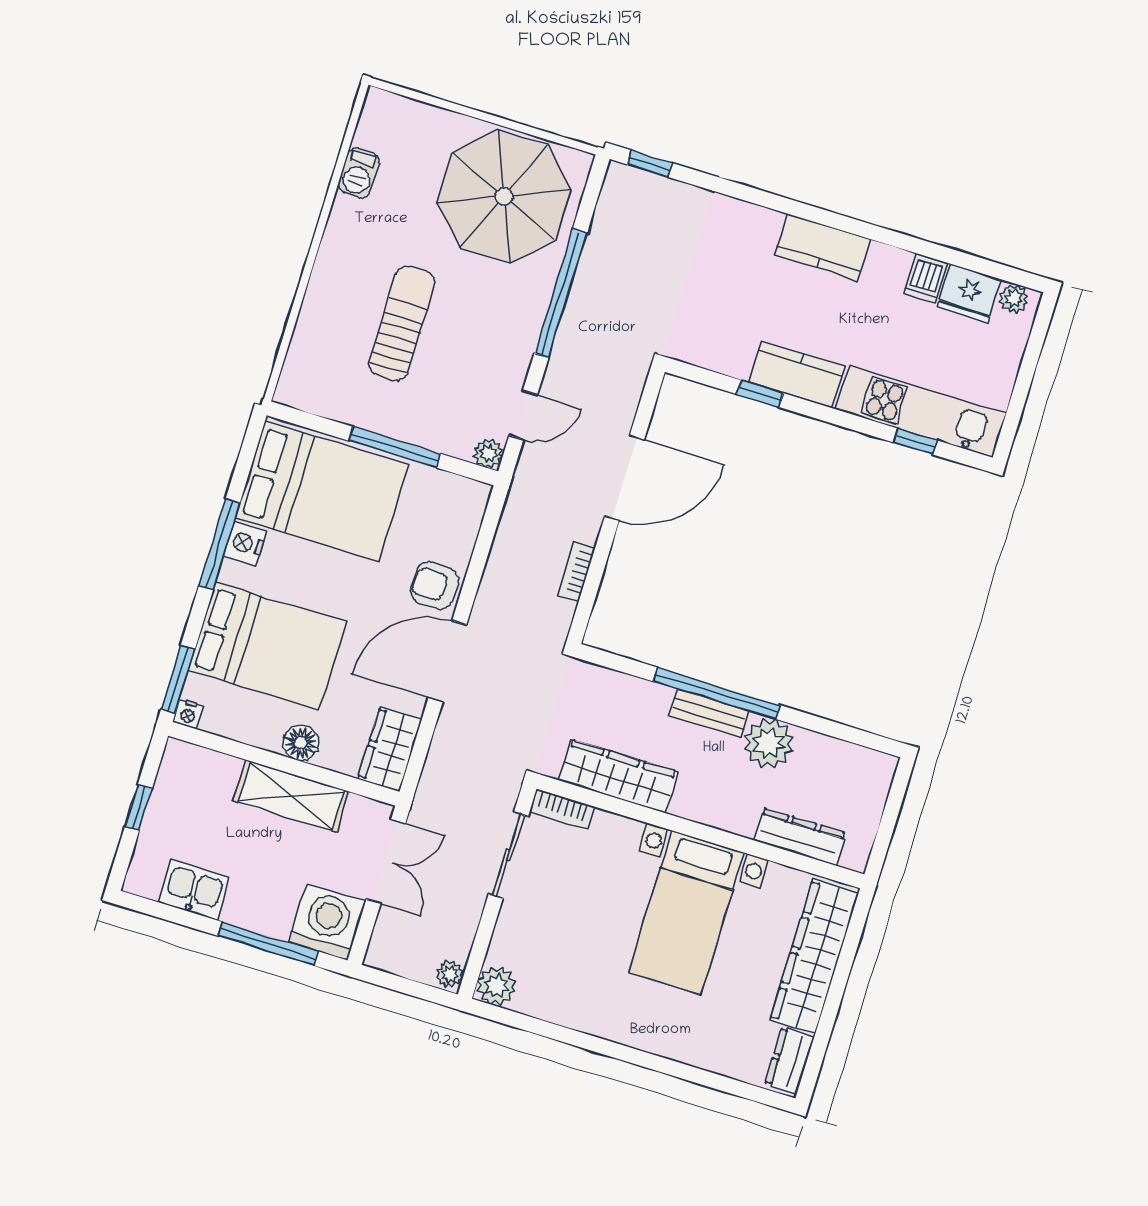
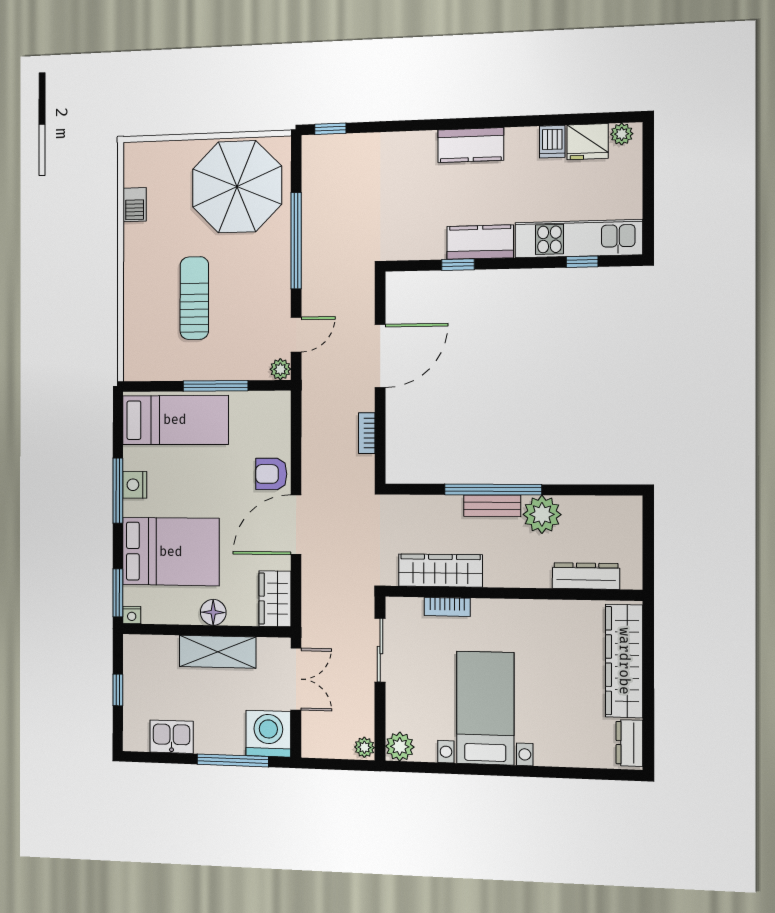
bed: (322, 491) -> (175, 420), width x0.67
bookcase: (562, 809) -> (447, 607), moved
bed with nightstands: (686, 913) -> (485, 708), moved, turned 180

